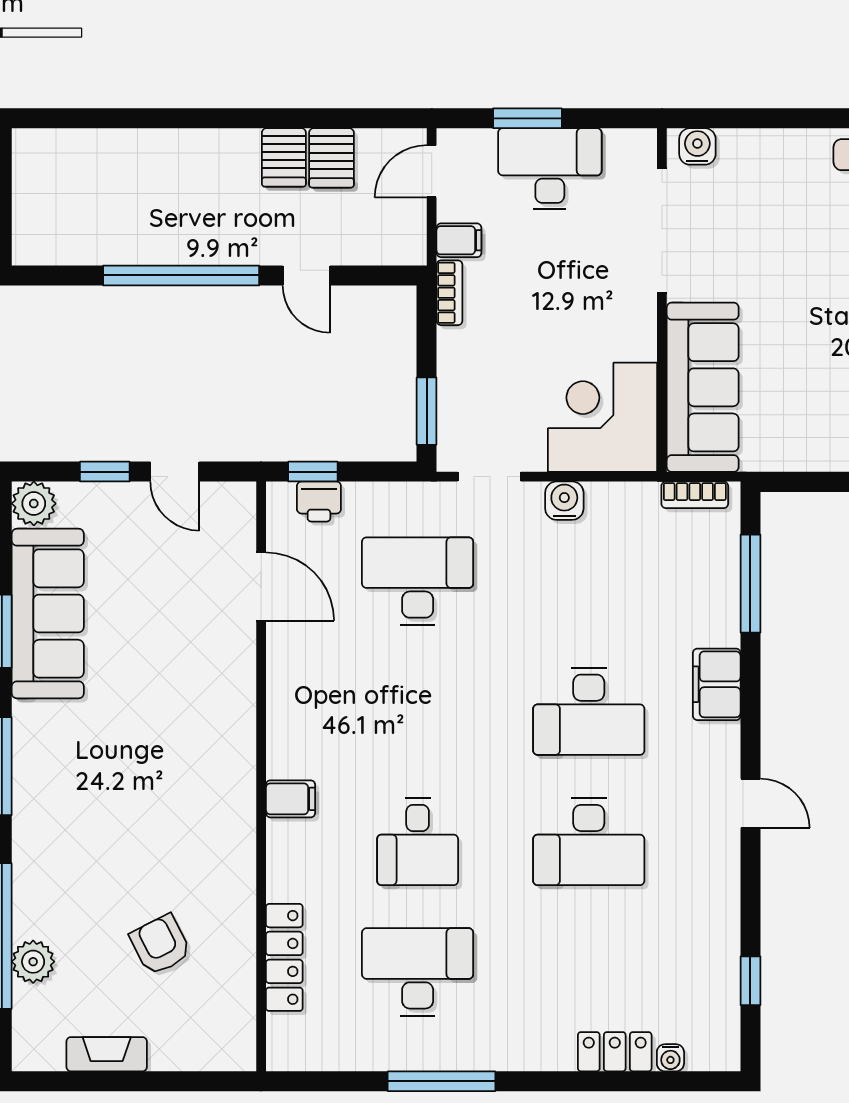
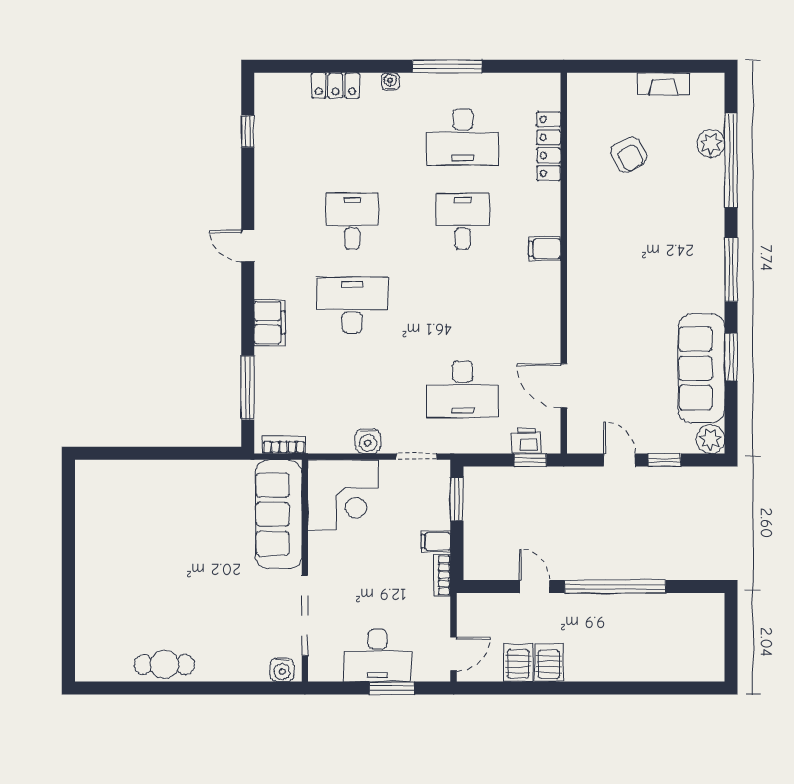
filing cabinet: (459, 240) -> (436, 542), moved
desk: (589, 842) -> (352, 221), width x0.73
water cooler: (670, 1058) -> (390, 82), moved

